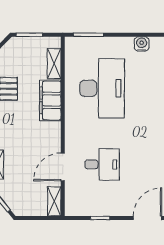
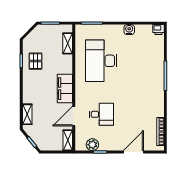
desk: (102, 88) -> (101, 61), turned 180
filing cabinet: (50, 100) -> (65, 89), moved
plant: (89, 208) -> (92, 145), added

